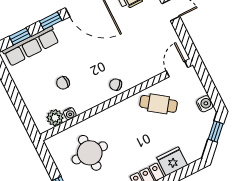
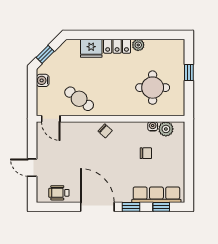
door: (177, 69) -> (51, 119), hinge flipped

